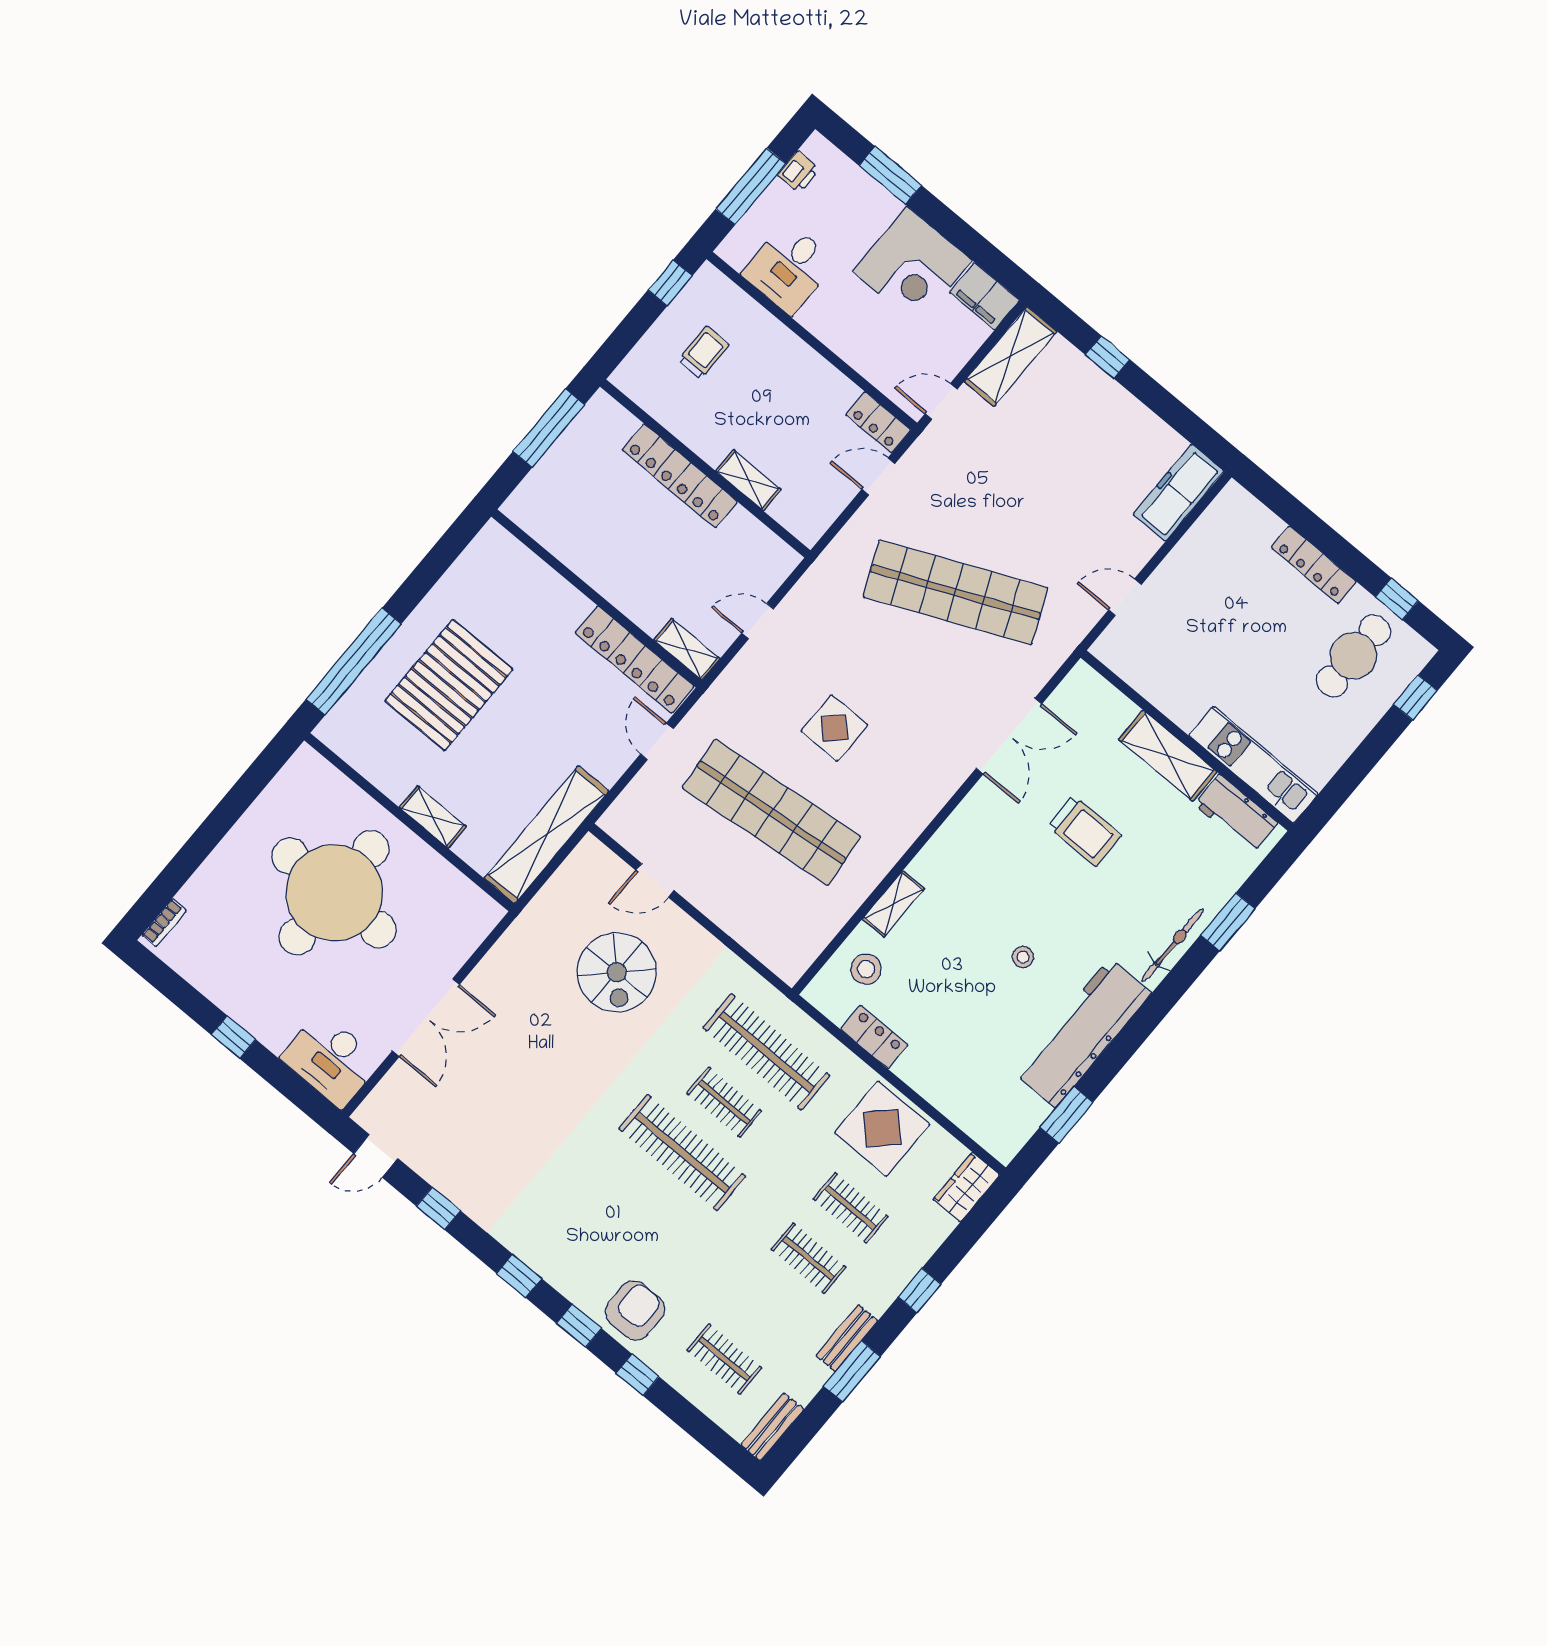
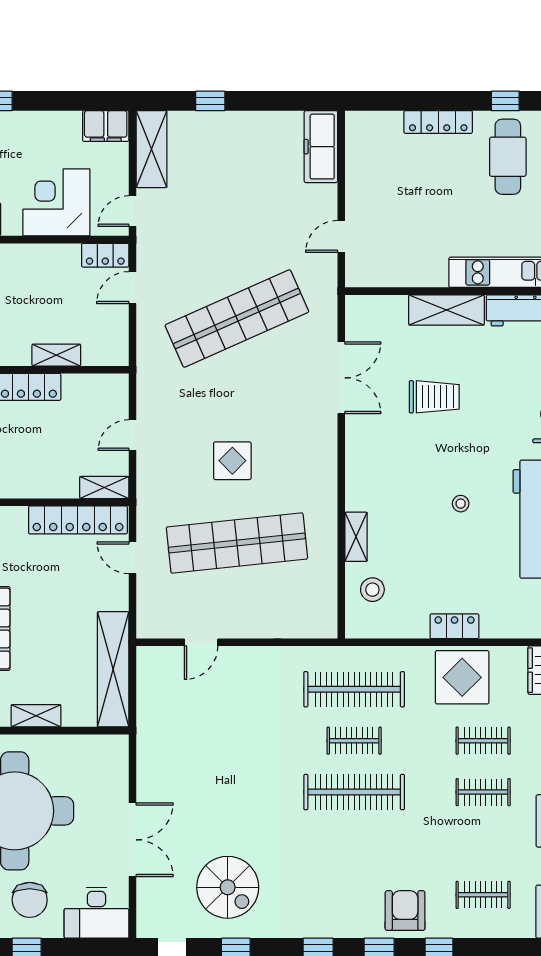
corner desk: (912, 266) -> (56, 202), moved, turned 180
spiral stairs: (617, 972) -> (228, 887), moved
chair: (276, 992) -> (30, 900), added
locker: (874, 1037) -> (455, 626), moved

